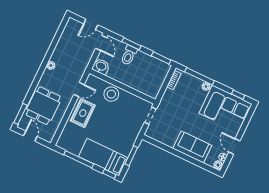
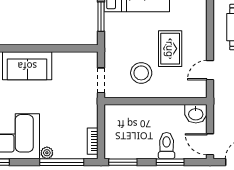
stool: (111, 94) -> (141, 73), moved
rug: (83, 113) -> (170, 49), moved

